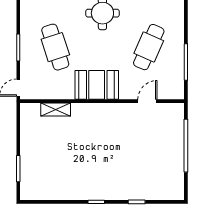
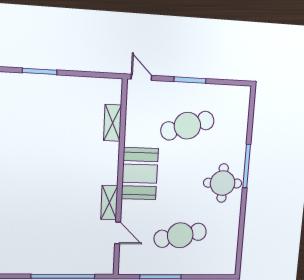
cafe table: (149, 47) -> (180, 235), turned -36
shelving: (122, 109) -> (109, 202), added

